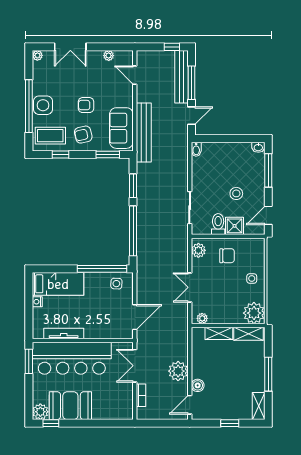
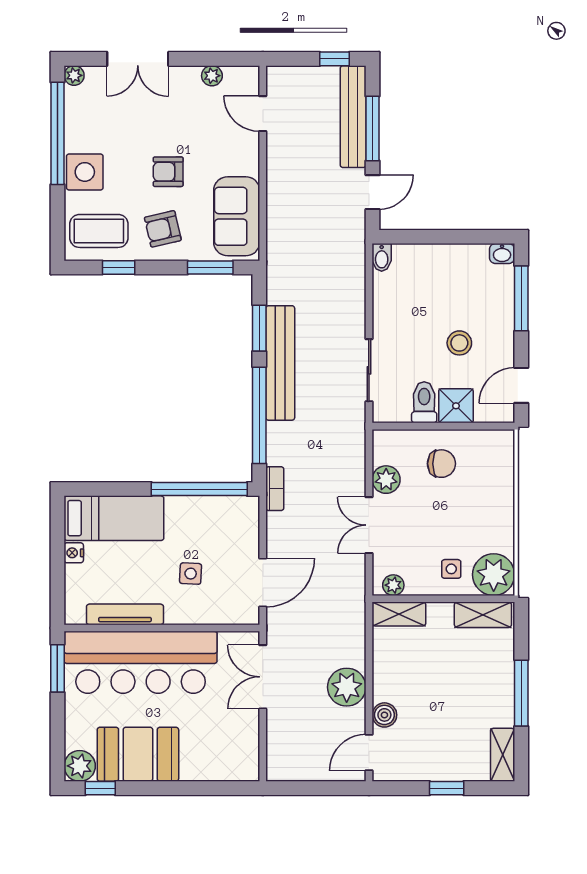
window: (29, 106) -> (57, 133), moved
bench: (144, 132) -> (280, 363), moved
plant: (198, 250) -> (386, 480), moved
side table: (252, 278) -> (451, 569), moved
side table: (116, 284) -> (191, 574), moved
shelving: (219, 333) -> (399, 614), moved
bookcase: (141, 395) -> (275, 489), moved

